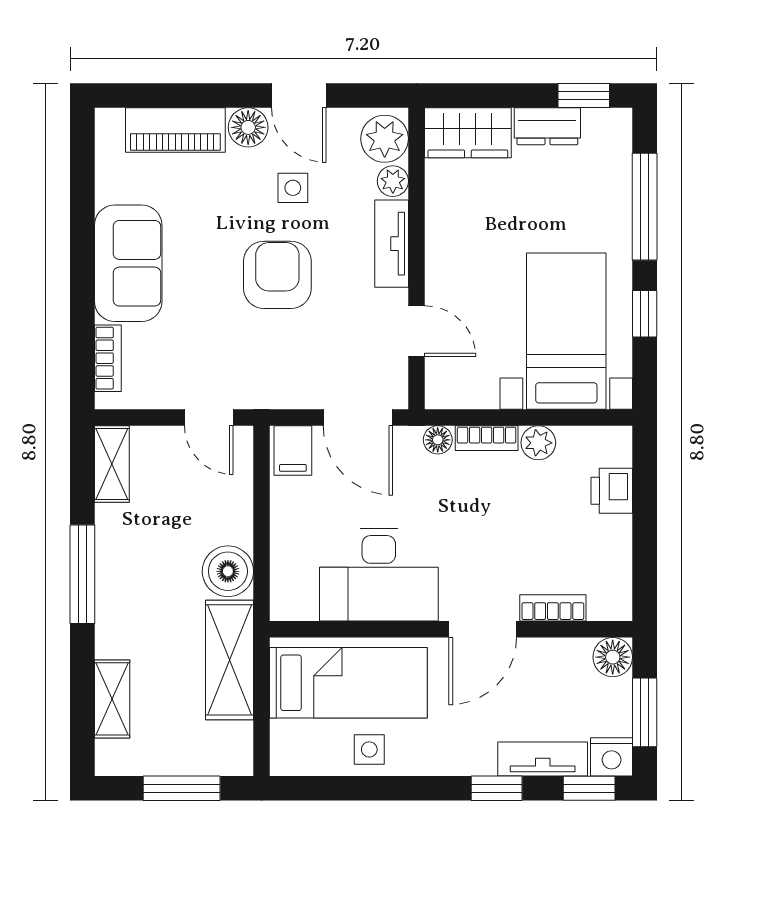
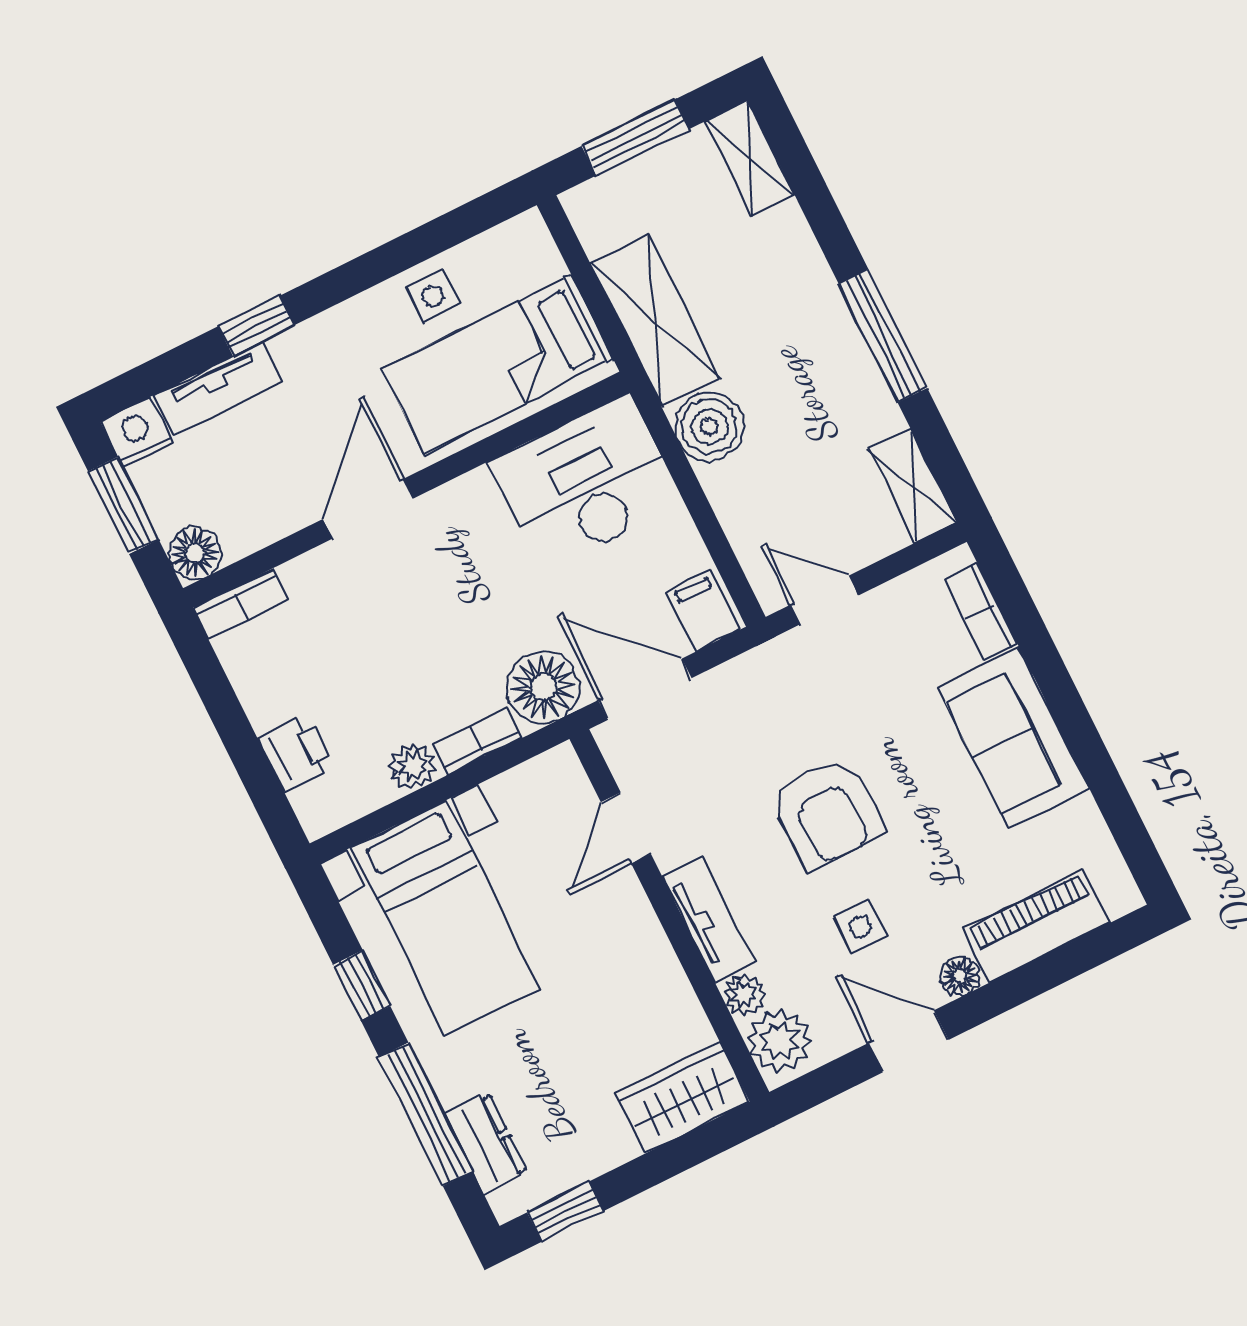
dresser: (547, 126) -> (486, 1143), moved, turned 90
floor lamp: (248, 127) -> (960, 976), width x0.73, depth x0.73
door: (416, 331) -> (626, 828), hinge flipped
floor lamp: (438, 440) -> (543, 687), width x1.89, depth x1.89
desk: (379, 575) -> (586, 483), moved
bookcase: (553, 608) -> (241, 604), moved
shelving: (112, 699) -> (750, 158), moved
window: (589, 788) -> (145, 381), removed

